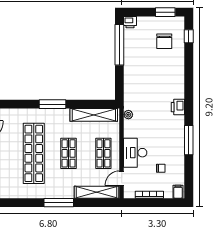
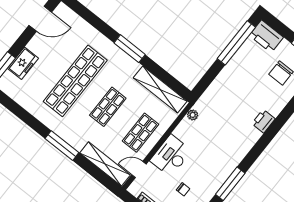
printer: (130, 22) -> (266, 36), width x1.87, depth x1.48
printer: (178, 107) -> (263, 121), moved

